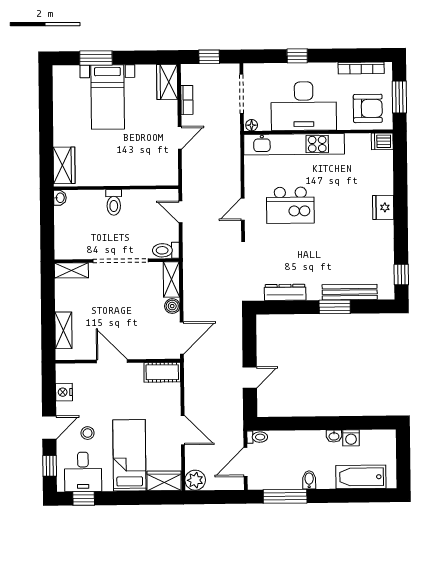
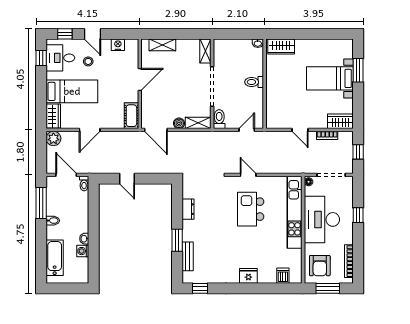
dishwasher: (382, 141) -> (283, 276), moved
dresser: (285, 292) -> (188, 209), width x0.70
bench: (350, 292) -> (188, 256), width x0.73

